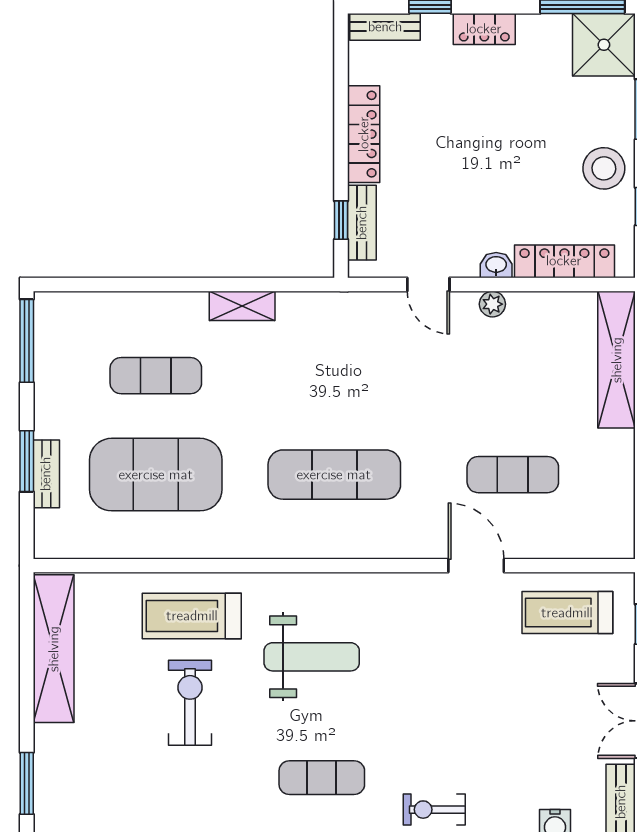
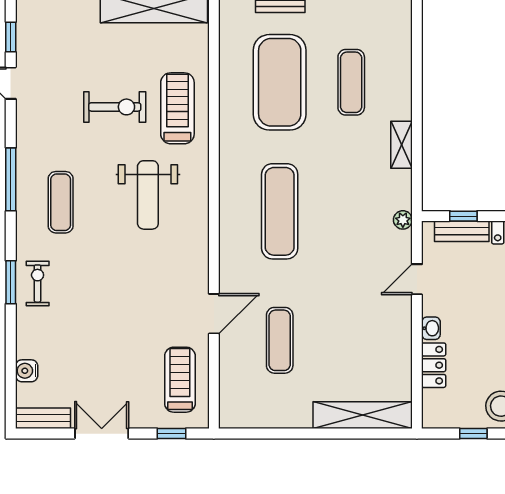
locker: (564, 261) -> (434, 365), width x0.66
plant: (492, 304) -> (403, 220), moved

